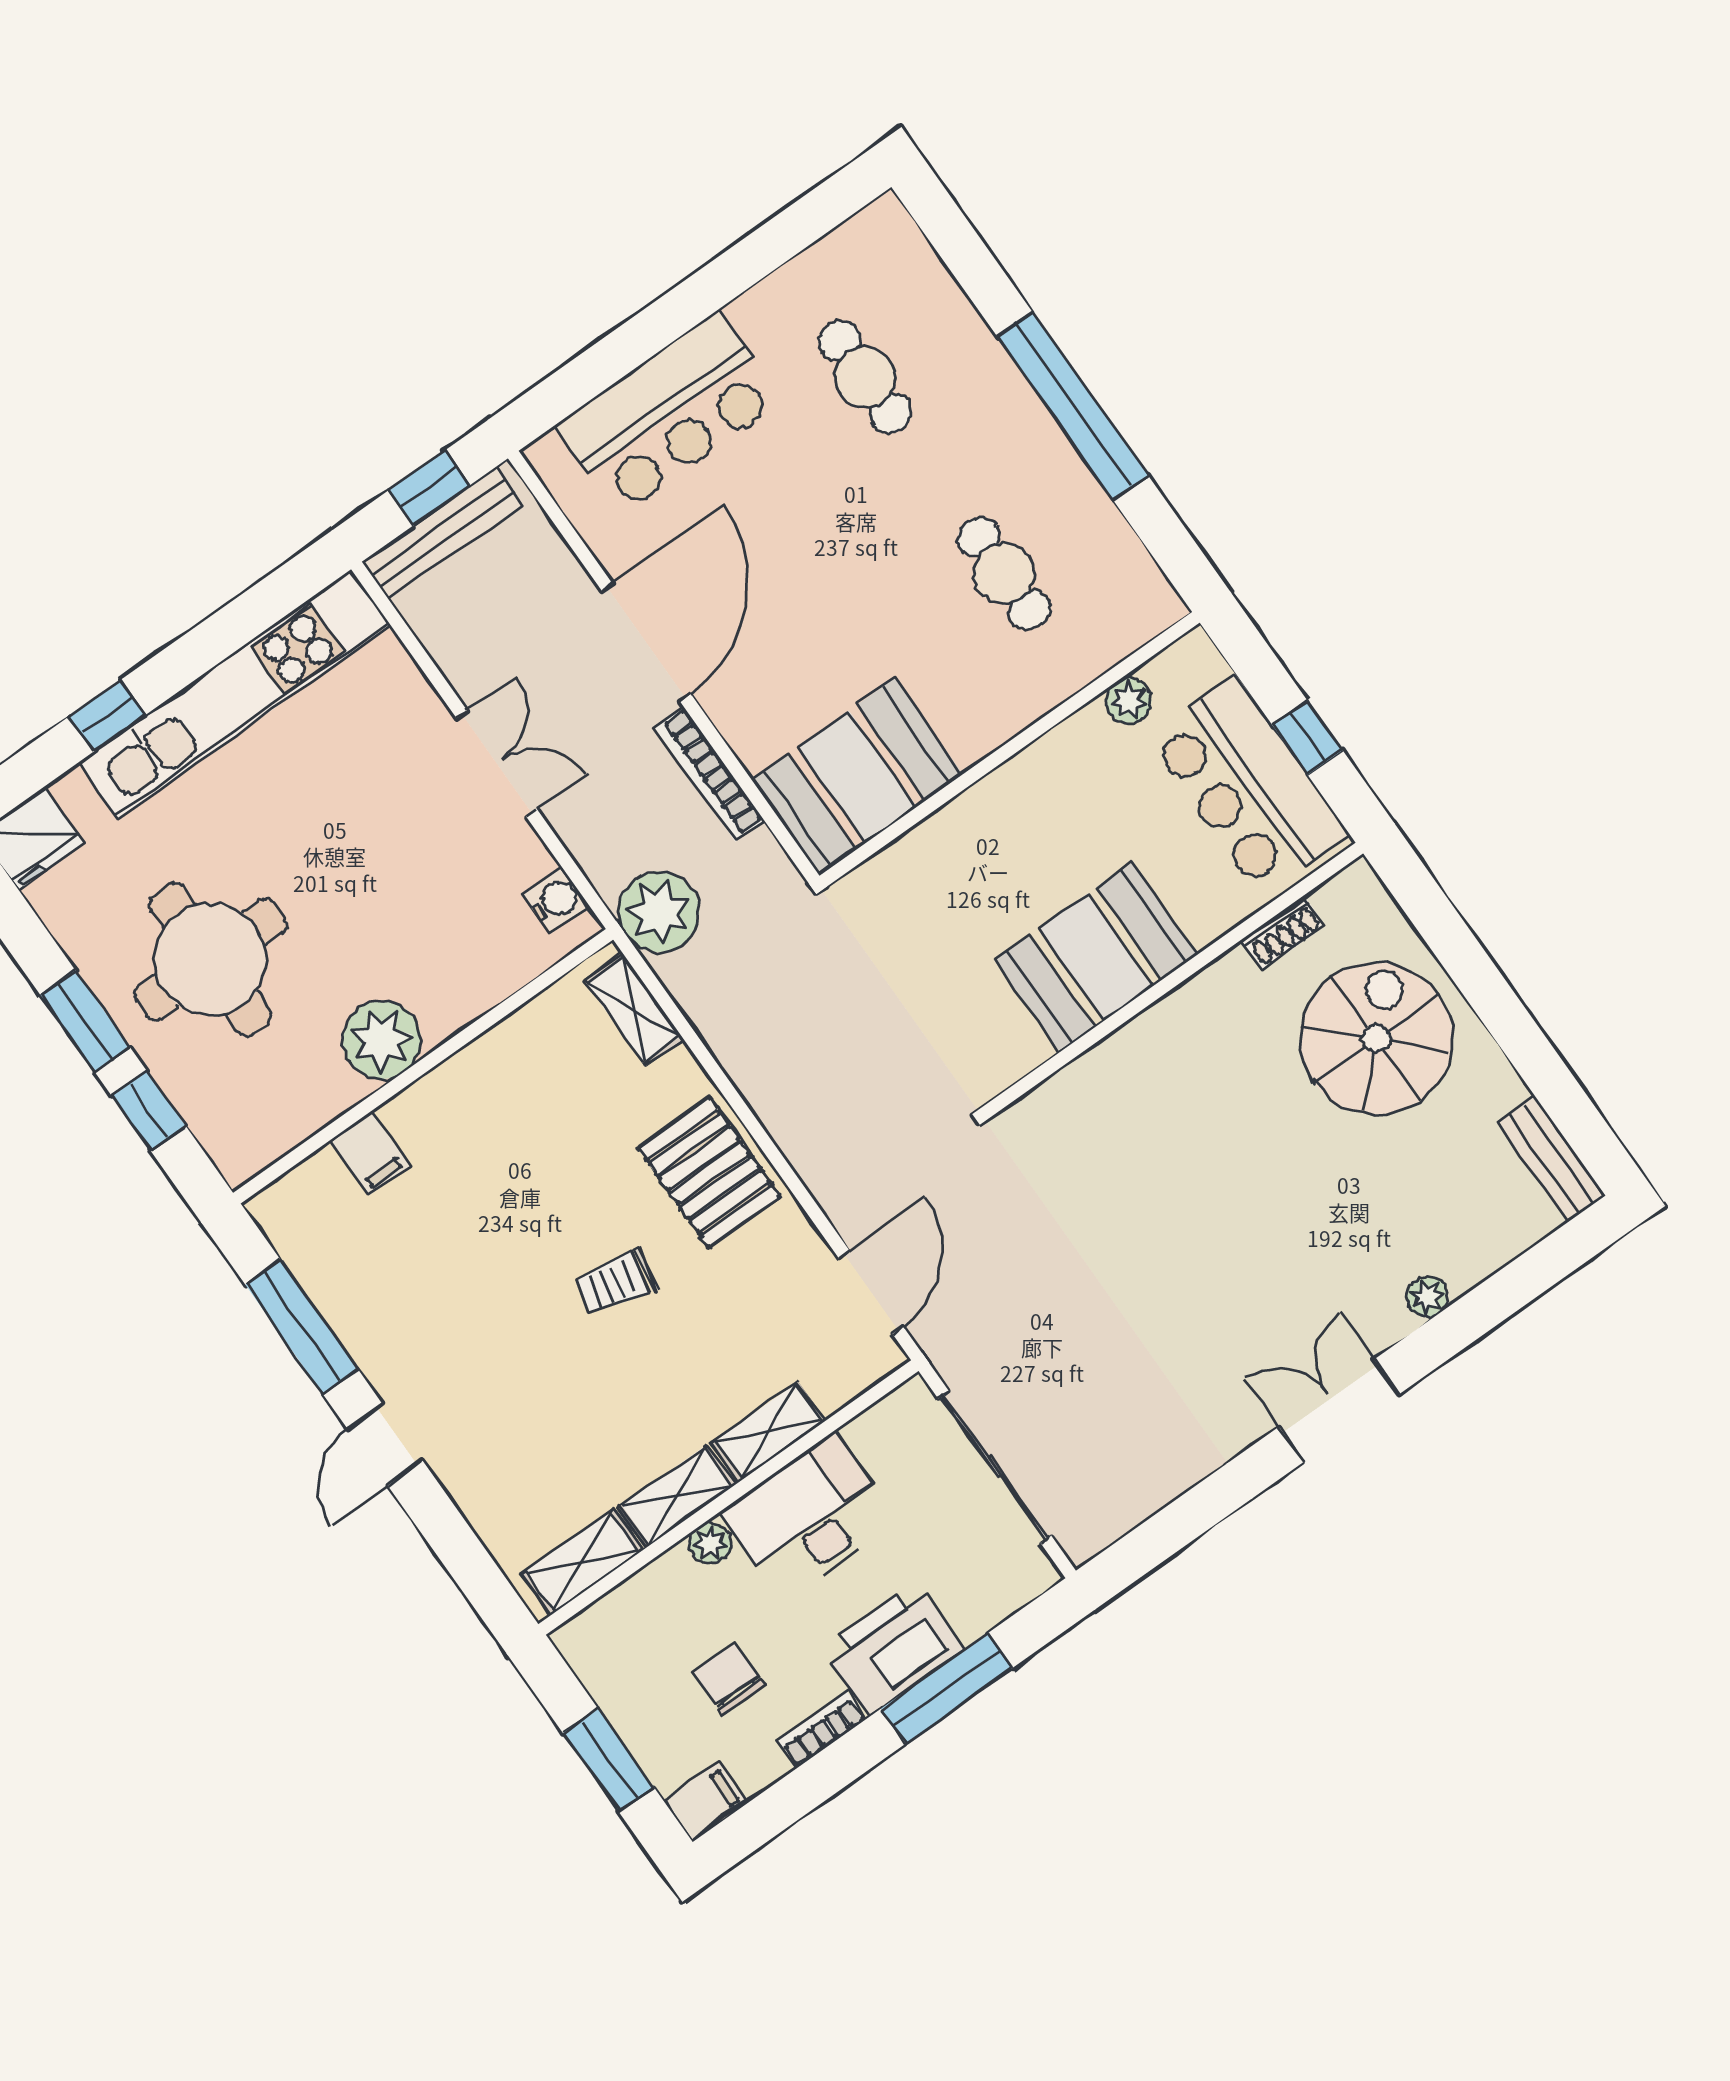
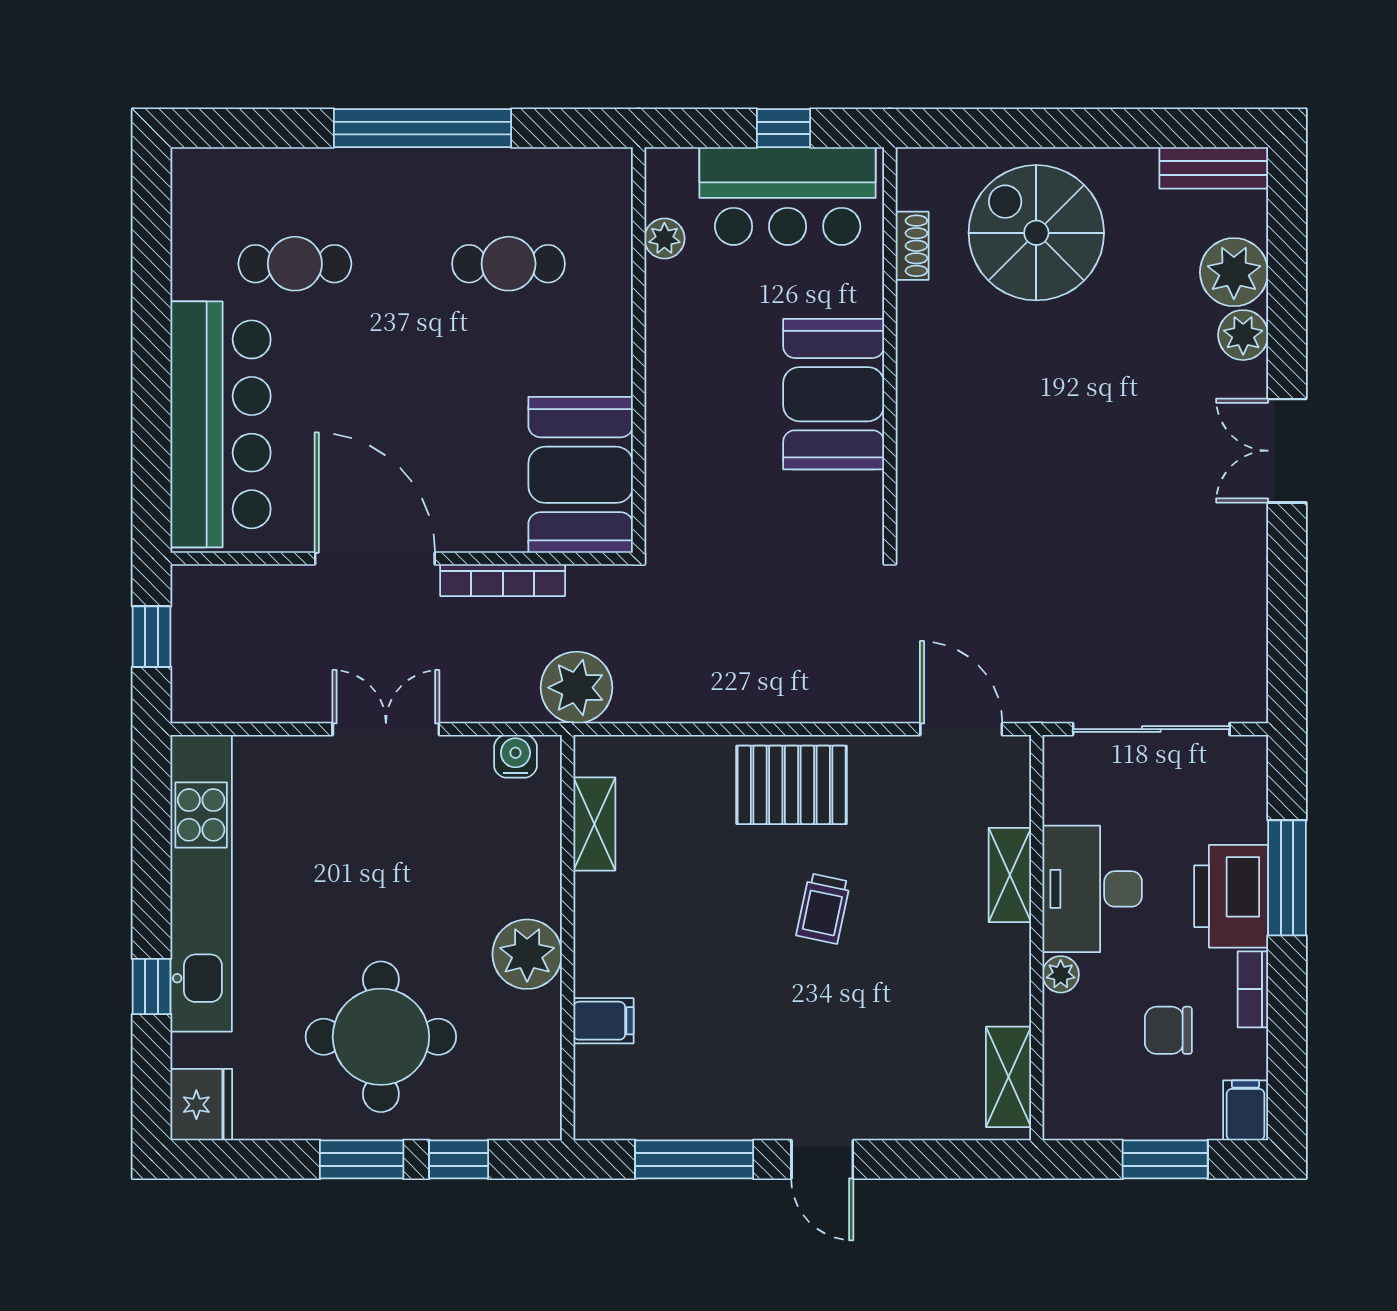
bar counter: (669, 413) -> (221, 424), width x1.36
bench: (442, 533) -> (191, 650), removed
shelving: (634, 1010) -> (594, 824), moved, turned 90
plant: (1468, 1246) -> (1234, 272), added
plant: (1427, 1297) -> (1243, 335), width x1.38, depth x1.38
shelving: (677, 1496) -> (1009, 974), removed

